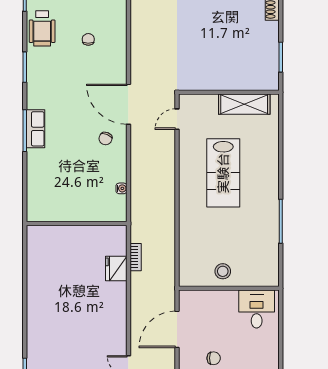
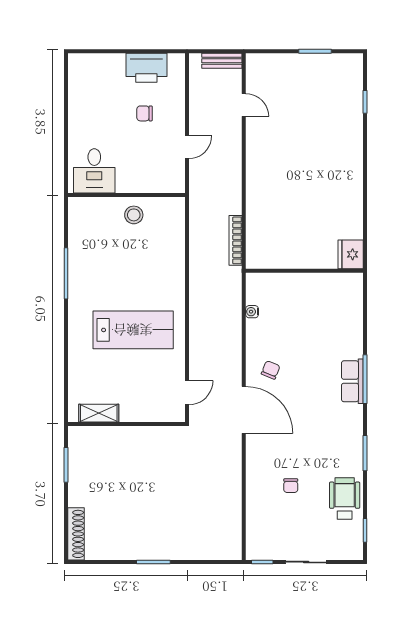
shelving: (244, 104) -> (99, 413), width x0.67, depth x0.75
lab bench: (223, 173) -> (133, 330), turned 90
bookcase: (136, 257) -> (236, 240), width x1.56
fridge: (116, 268) -> (351, 254), moved, turned 180
door: (177, 329) -> (187, 147), width x0.53

